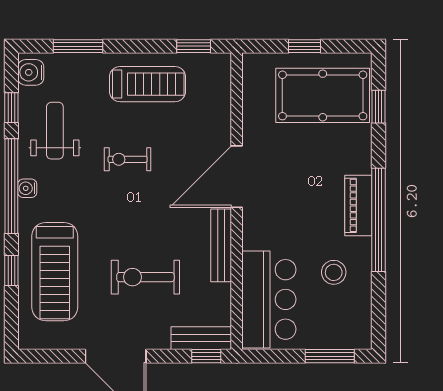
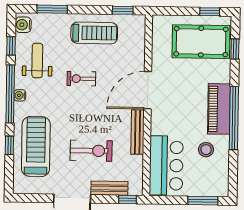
window: (304, 46) -> (210, 12), moved
piano: (358, 205) -> (219, 109), width x1.37, depth x1.33
treadmill: (55, 272) -> (36, 146), turned 180
exercise bike: (145, 277) -> (91, 151), turned 180
bench: (201, 338) -> (109, 188), moved

